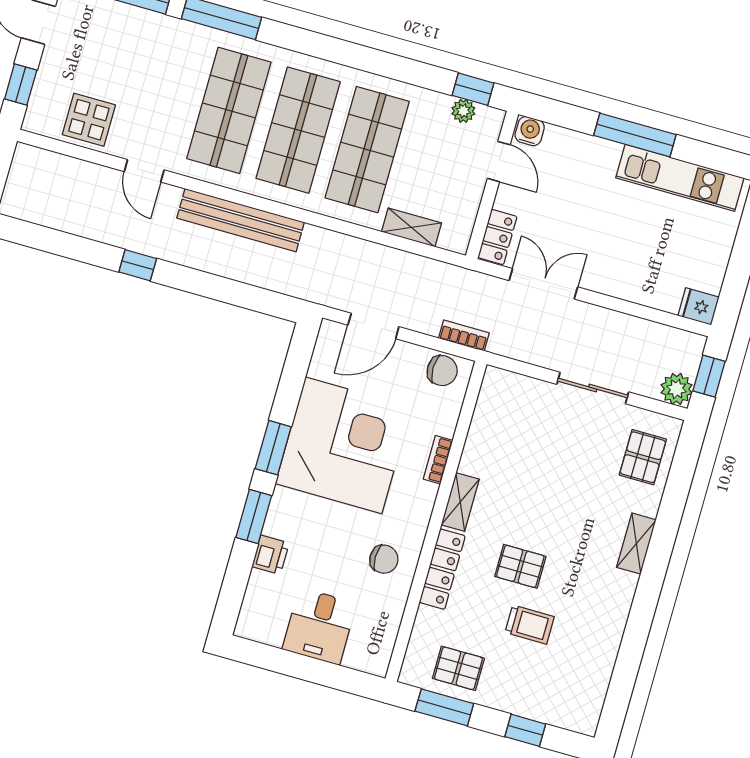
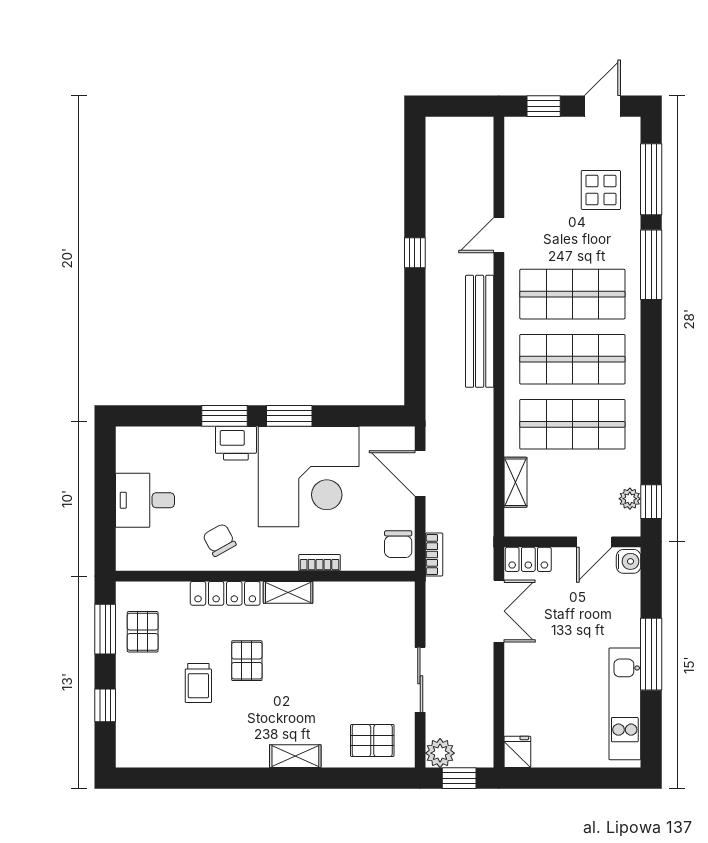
display table: (89, 120) -> (601, 190), moved
printer: (271, 555) -> (236, 443), moved, width x1.36, depth x1.24
chair: (384, 559) -> (219, 540), turned 151

